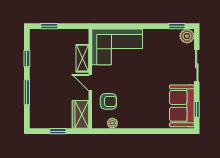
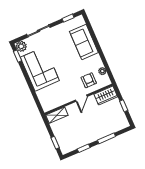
corner sofa: (117, 47) -> (40, 69), moved
shelving: (82, 58) -> (57, 115), moved
sofa: (182, 106) -> (84, 42), moved, turned 90

